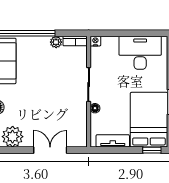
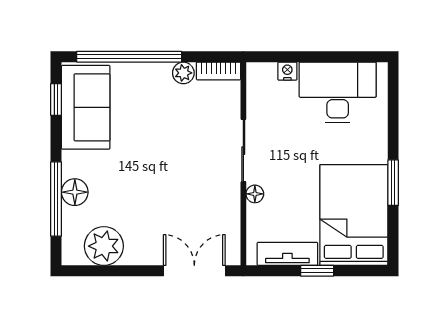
nightstand: (95, 41) -> (287, 71), moved
double door: (50, 150) -> (194, 271), moved
window: (152, 150) -> (317, 271), moved

